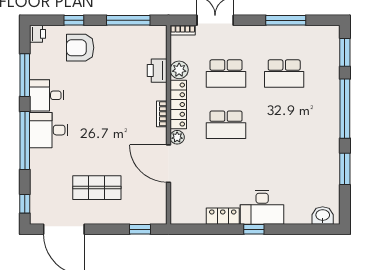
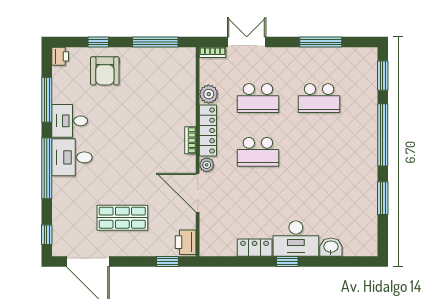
armchair: (80, 48) -> (105, 71), turned -90
printer: (157, 71) -> (186, 242), moved
washbasin: (323, 216) -> (331, 247), moved

